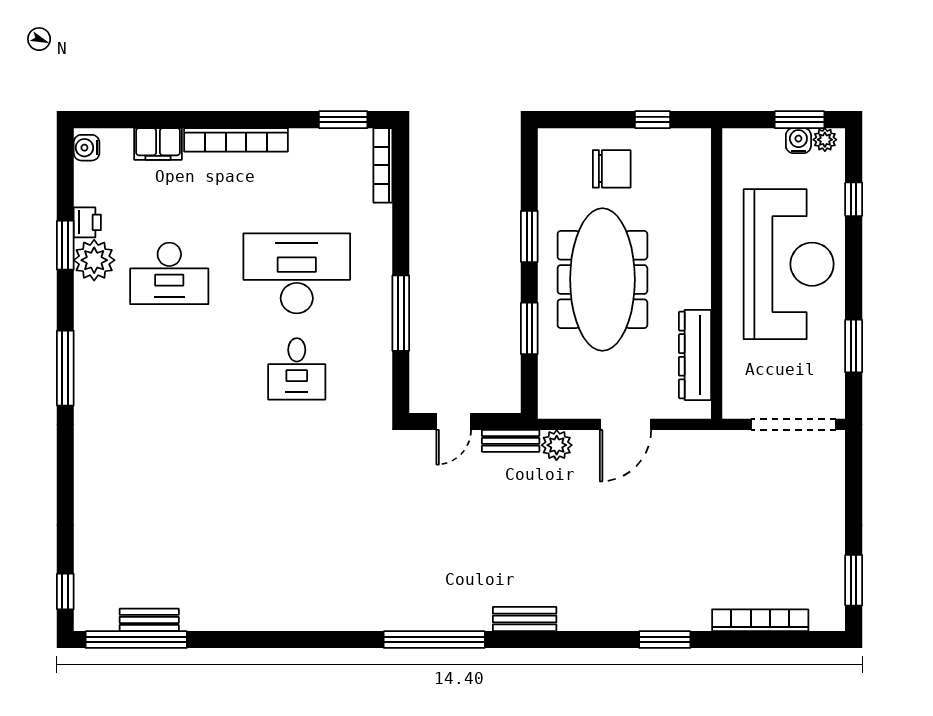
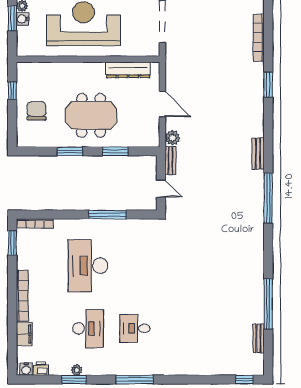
printer: (87, 222) -> (41, 369), moved
plant: (94, 260) -> (77, 370), width x0.53, depth x0.53
meeting table: (602, 279) -> (91, 115), width x0.73
desk: (297, 369) -> (135, 328), moved, turned 180
window: (136, 640) -> (268, 304), moved

